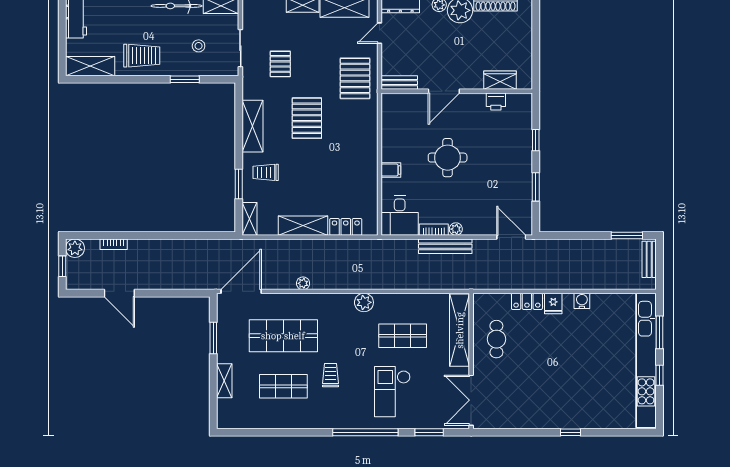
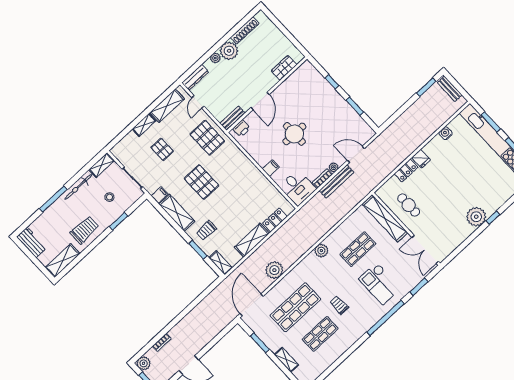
pallet: (280, 64) -> (162, 149), moved
filing cabinet: (252, 92) -> (160, 195), added
printer: (496, 102) -> (241, 128), moved
door: (511, 237) -> (356, 154), moved
plant: (303, 283) -> (274, 270), width x1.87, depth x1.87
water cooler: (582, 301) -> (446, 133), moved
plant: (554, 415) -> (476, 217), added

